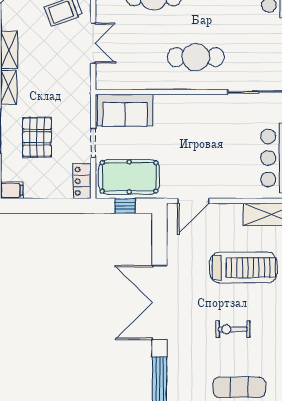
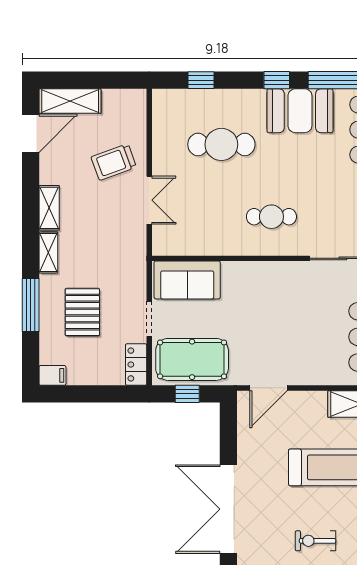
cafe table: (196, 57) -> (271, 217), width x0.73, depth x0.74

